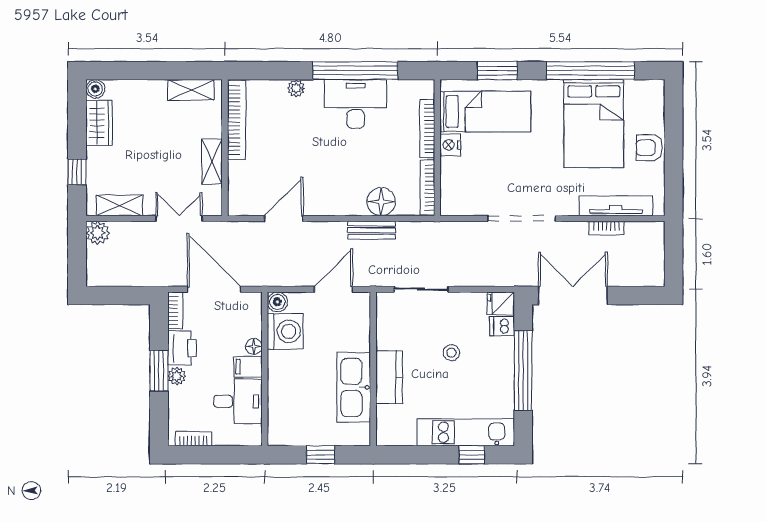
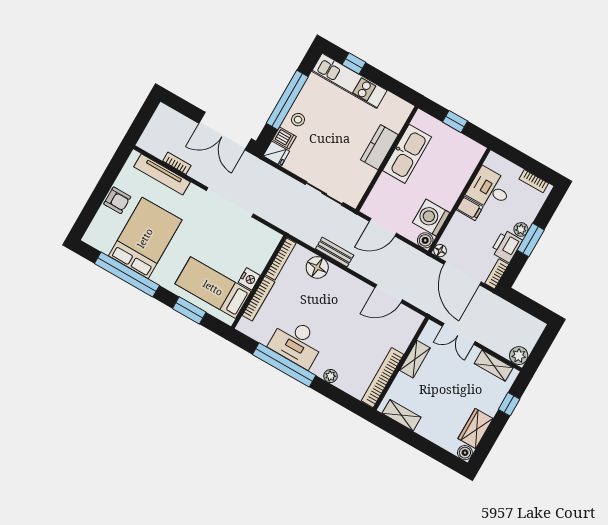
floor lamp: (254, 346) -> (440, 251), moved
stool: (451, 353) -> (298, 120), moved

